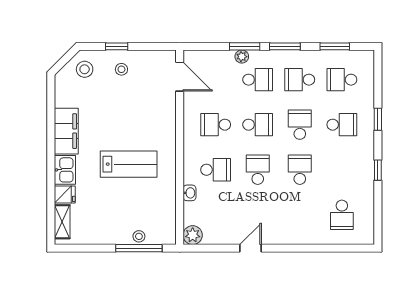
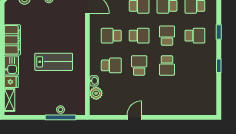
school desk: (300, 170) -> (167, 65), turned 180
school desk: (342, 215) -> (195, 95), removed
plant: (193, 235) -> (96, 93), moved

